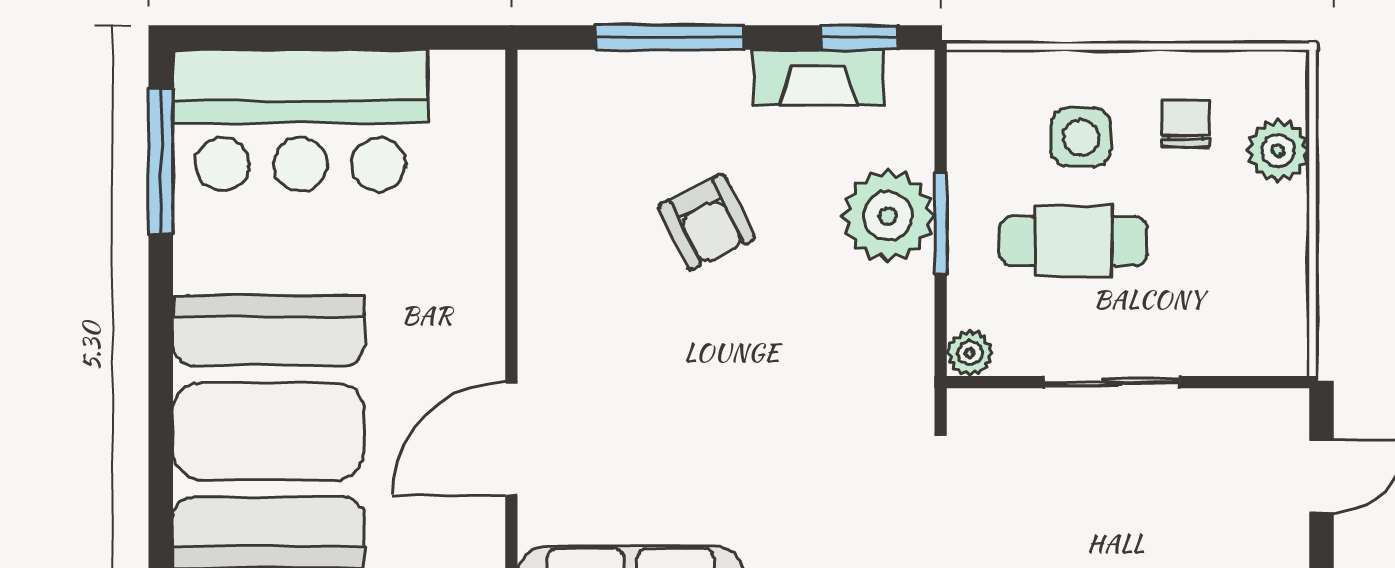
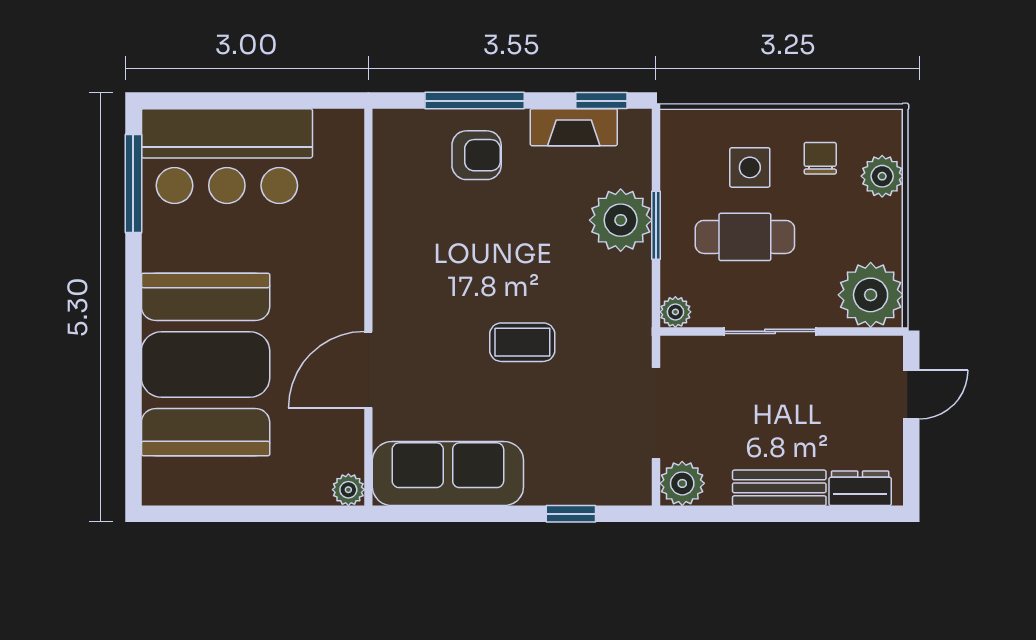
armchair: (707, 222) -> (477, 155), moved, turned -64
plant: (1261, 328) -> (871, 295), added
coffee table: (741, 398) -> (522, 342), added

